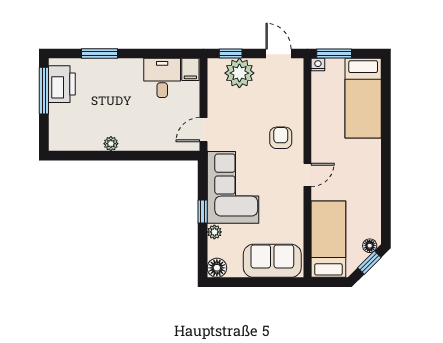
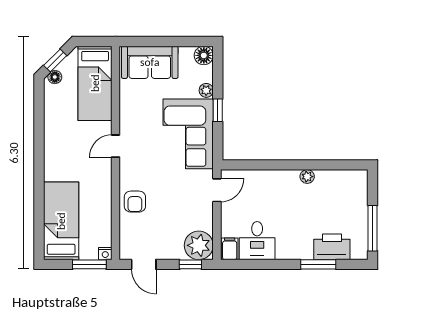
plant: (239, 73) -> (199, 245), moved
printer: (62, 84) -> (332, 247), moved, turned 90
armchair: (281, 138) -> (135, 202), moved

